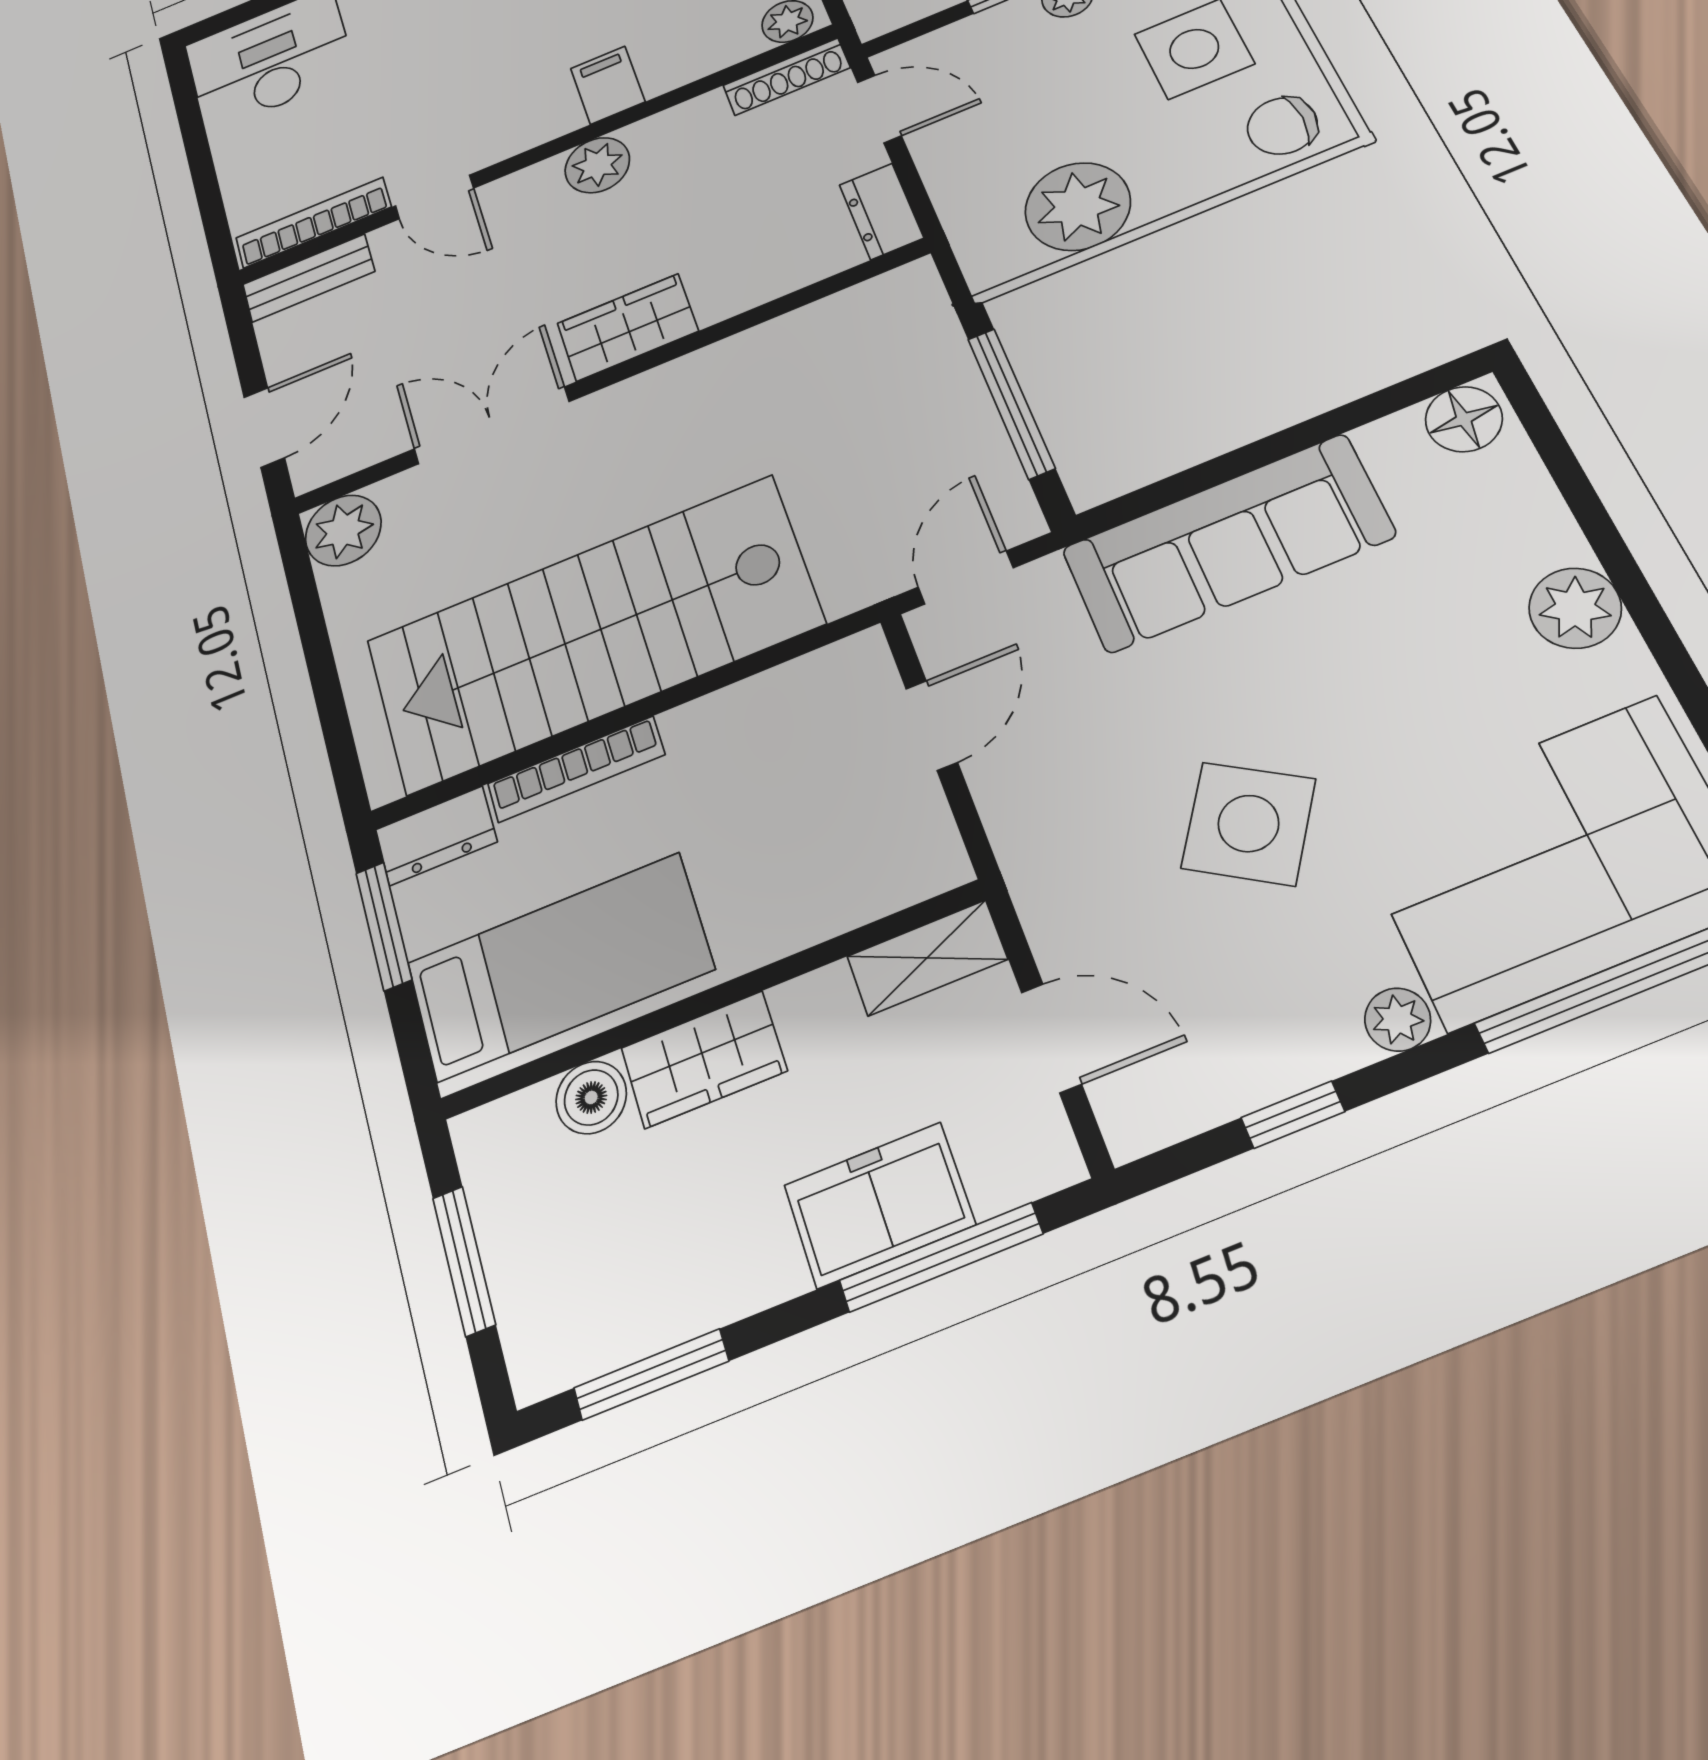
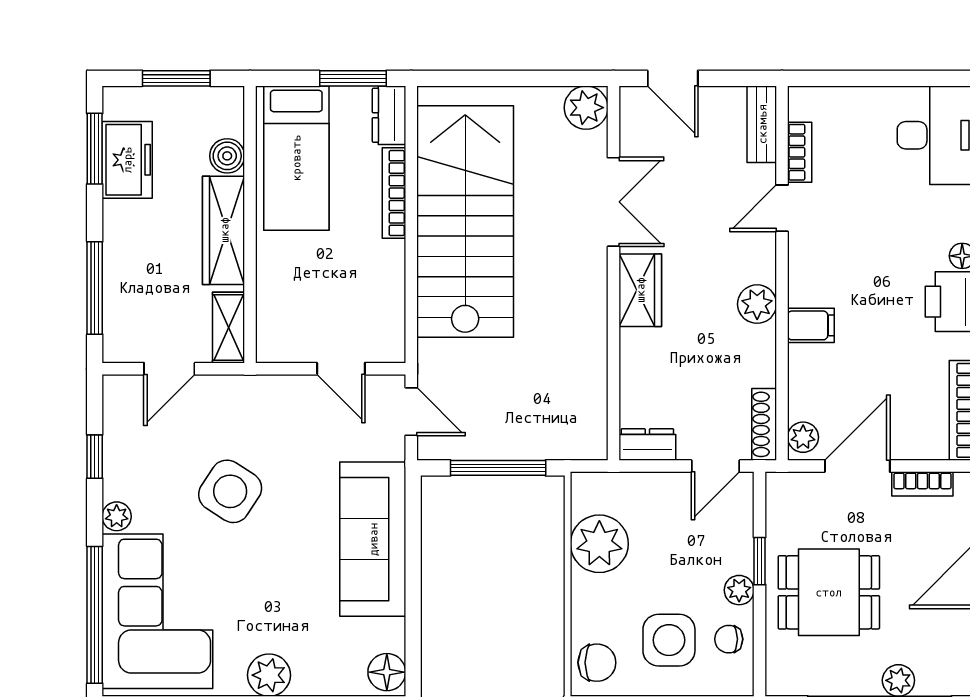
chair: (1282, 126) -> (597, 663), turned 90
bookcase: (313, 222) -> (800, 152), width x0.64
wardrobe: (704, 1059) -> (224, 230), width x1.50
freezer: (879, 1205) -> (127, 160), moved

